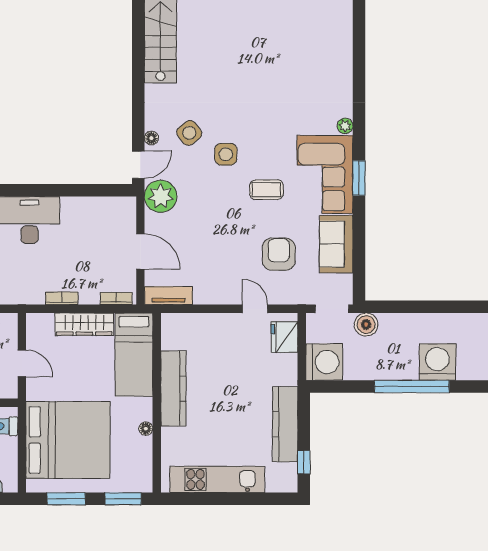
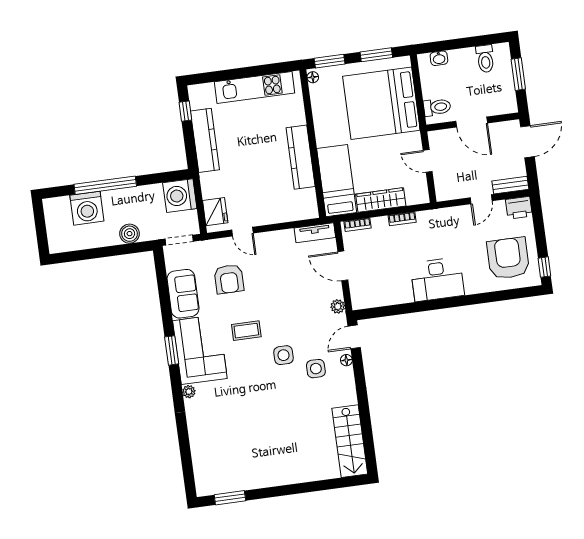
side table: (189, 133) -> (316, 369), turned 38
plant: (161, 196) -> (338, 306), width x0.53, depth x0.53
boiler: (366, 325) -> (129, 234), moved
floor lamp: (146, 429) -> (313, 77), moved

